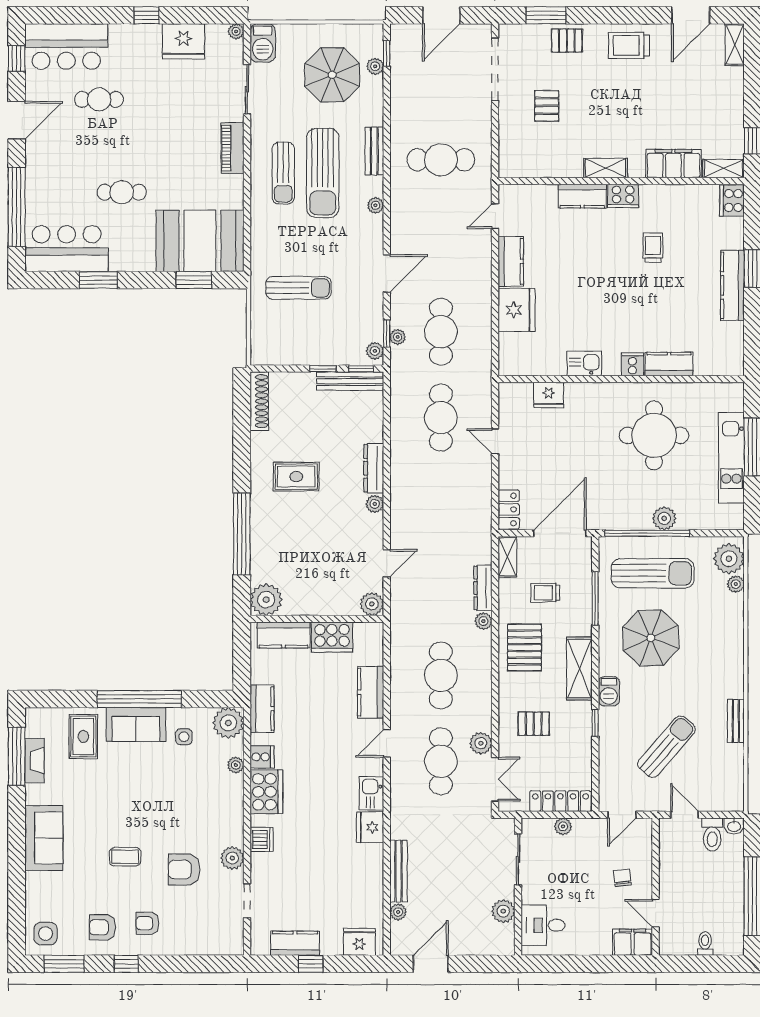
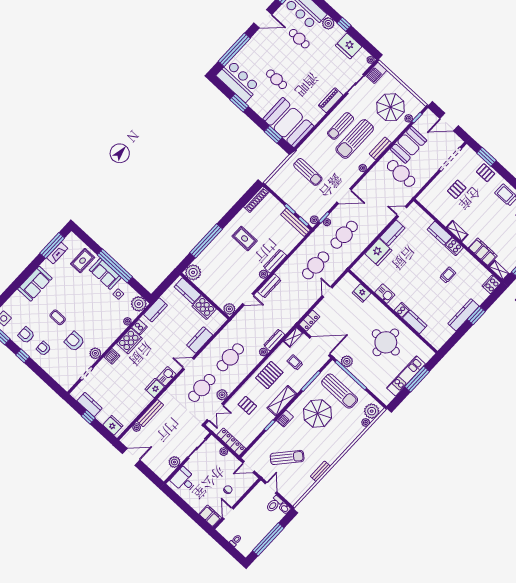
plant: (121, 36) -> (328, 23), added
booth: (412, 107) -> (408, 145), added
dresser: (400, 513) -> (269, 286), added
plant: (664, 518) -> (347, 361), moved

